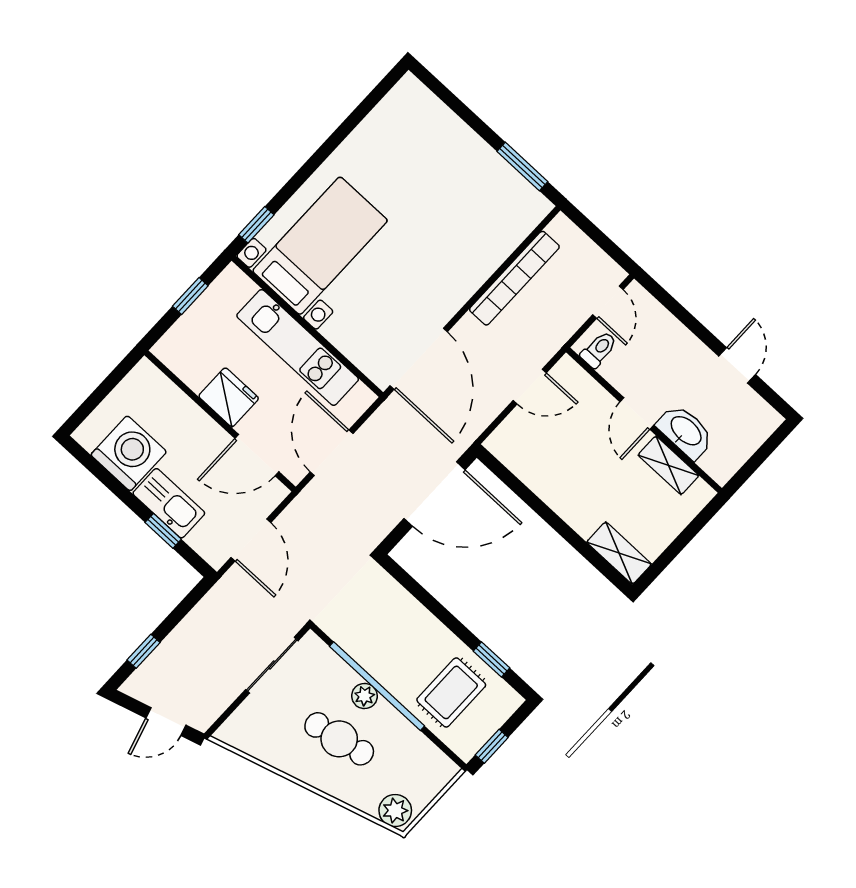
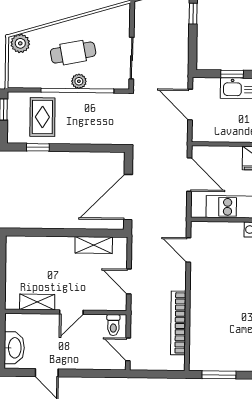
door: (419, 359) -> (188, 250), width x0.53
door: (530, 387) -> (129, 282), hinge flipped
door: (637, 414) -> (71, 312), swing flipped
washbasin: (685, 431) -> (14, 348), moved, turned -90
door: (257, 455) -> (221, 144), removed
shelving: (619, 553) -> (94, 245), moved

